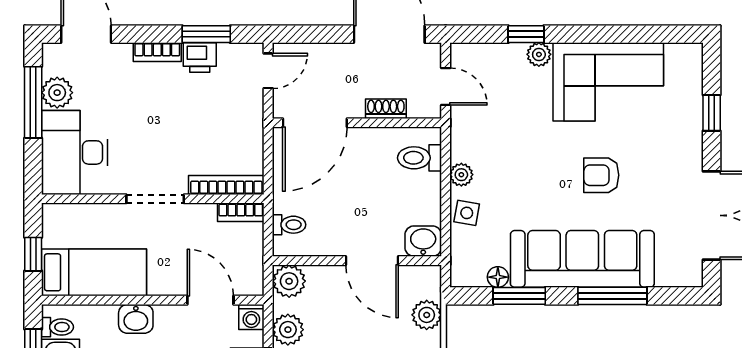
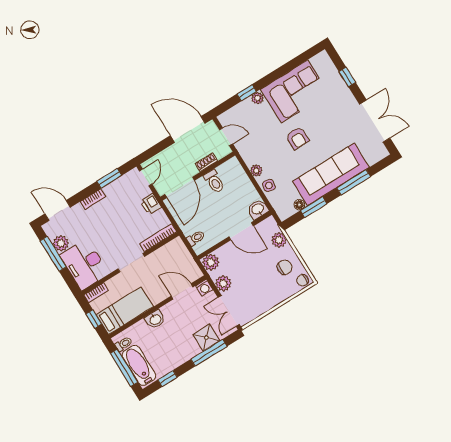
printer: (200, 57) -> (151, 204), moved, turned 90
toilet: (420, 158) -> (214, 181), moved, turned -90
armchair: (601, 175) -> (297, 138), moved, turned -90
bookcase: (241, 212) -> (96, 293), moved

